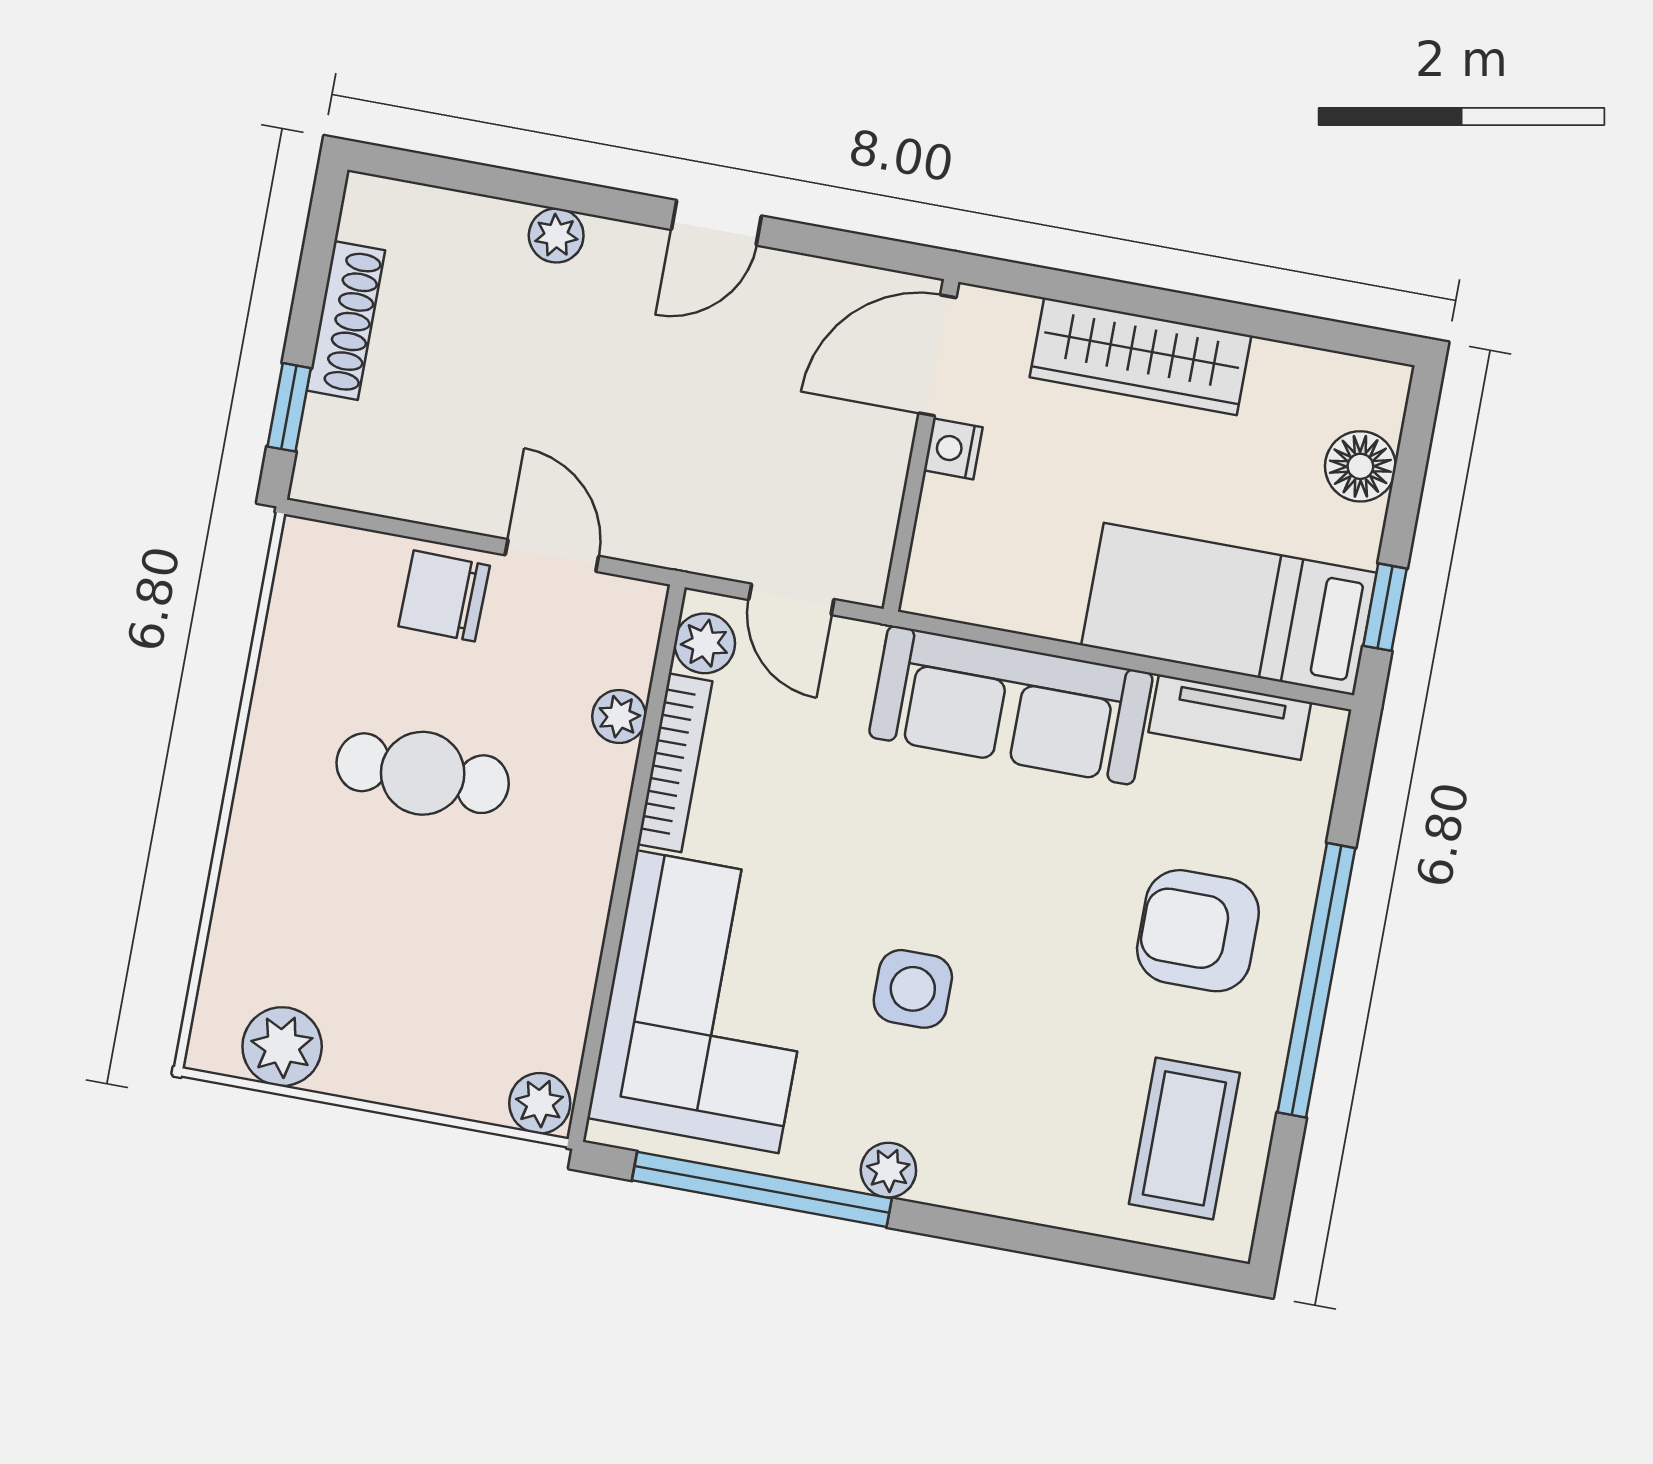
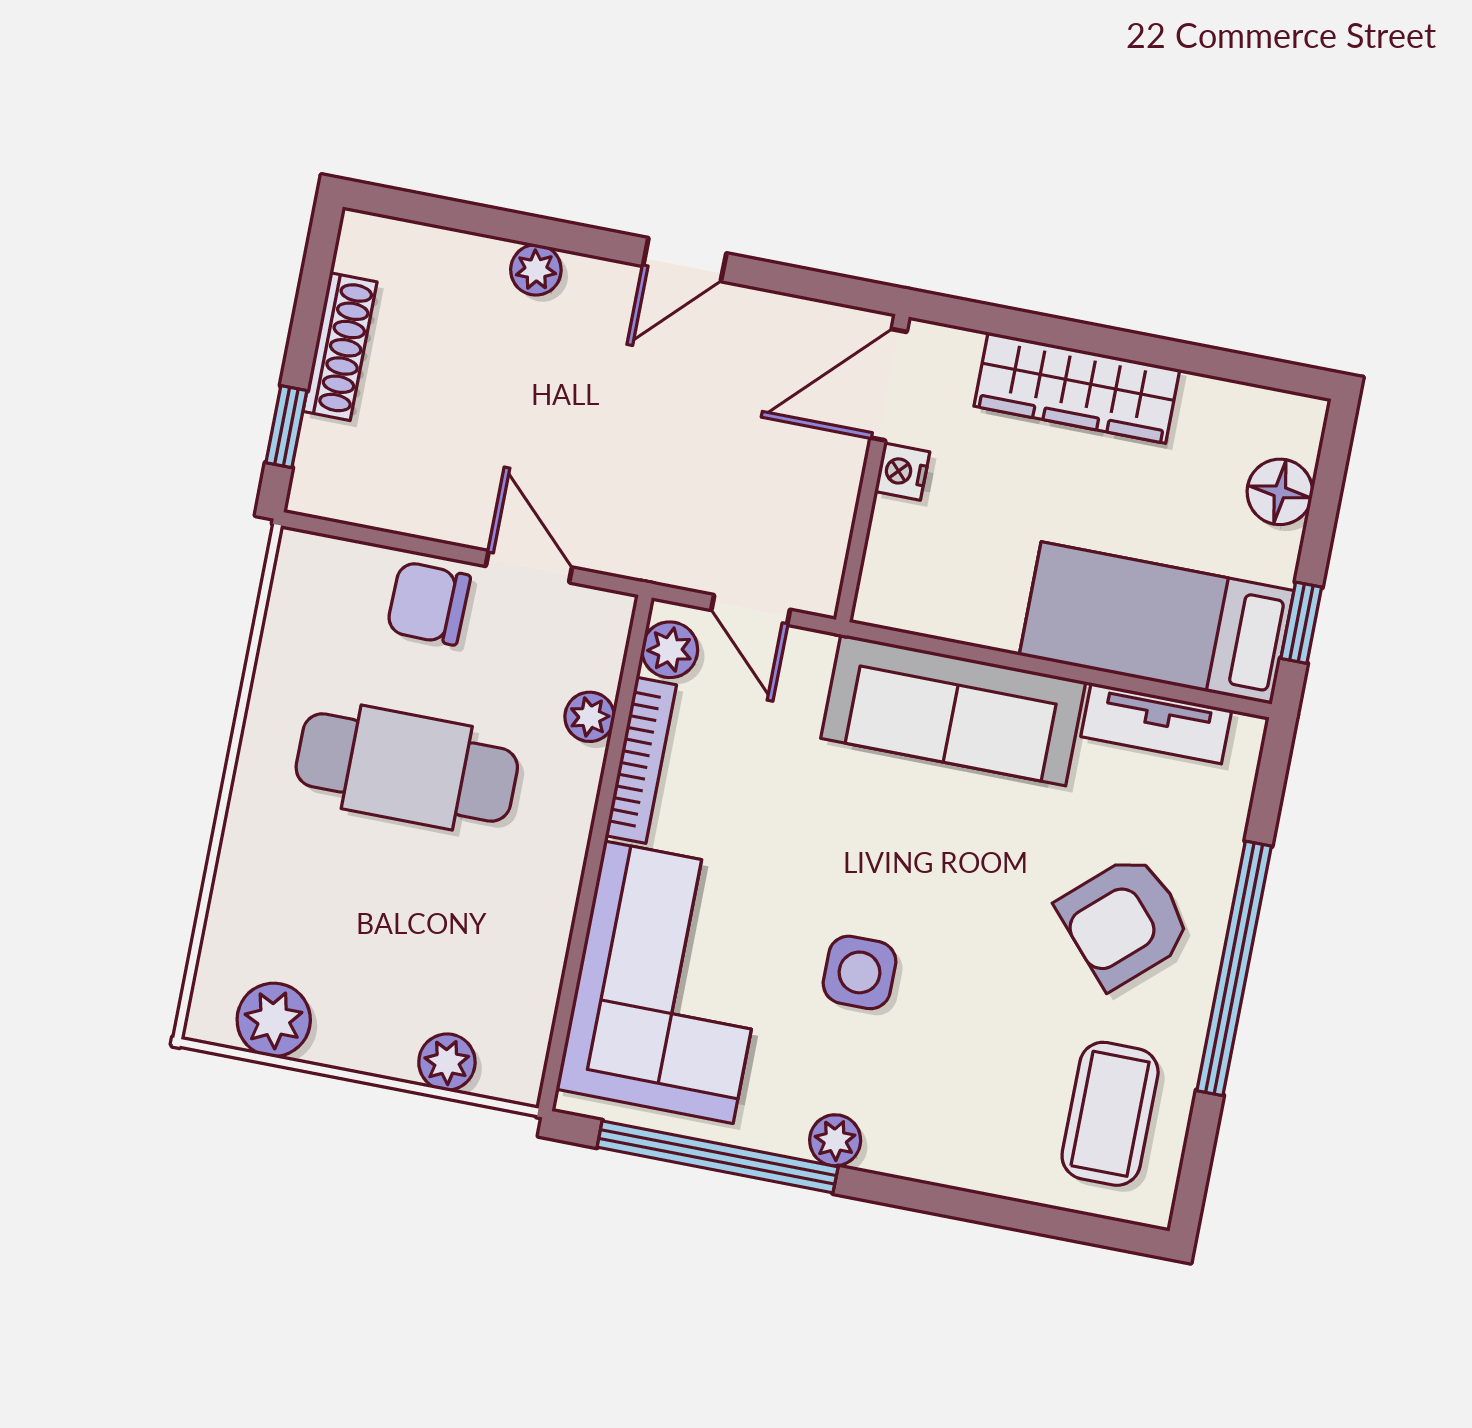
cafe table: (423, 773) -> (407, 768), width x1.37, depth x1.35
armchair: (1198, 931) -> (1125, 921), turned -42
plant: (540, 1103) -> (447, 1062), moved

